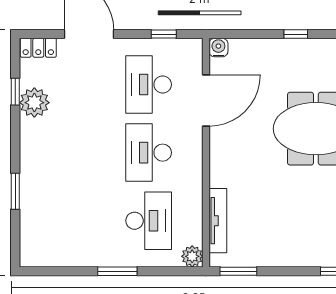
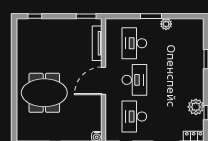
desk: (149, 85) -> (134, 117), turned 180
door: (206, 100) -> (103, 81), moved
plant: (192, 256) -> (166, 24), moved

